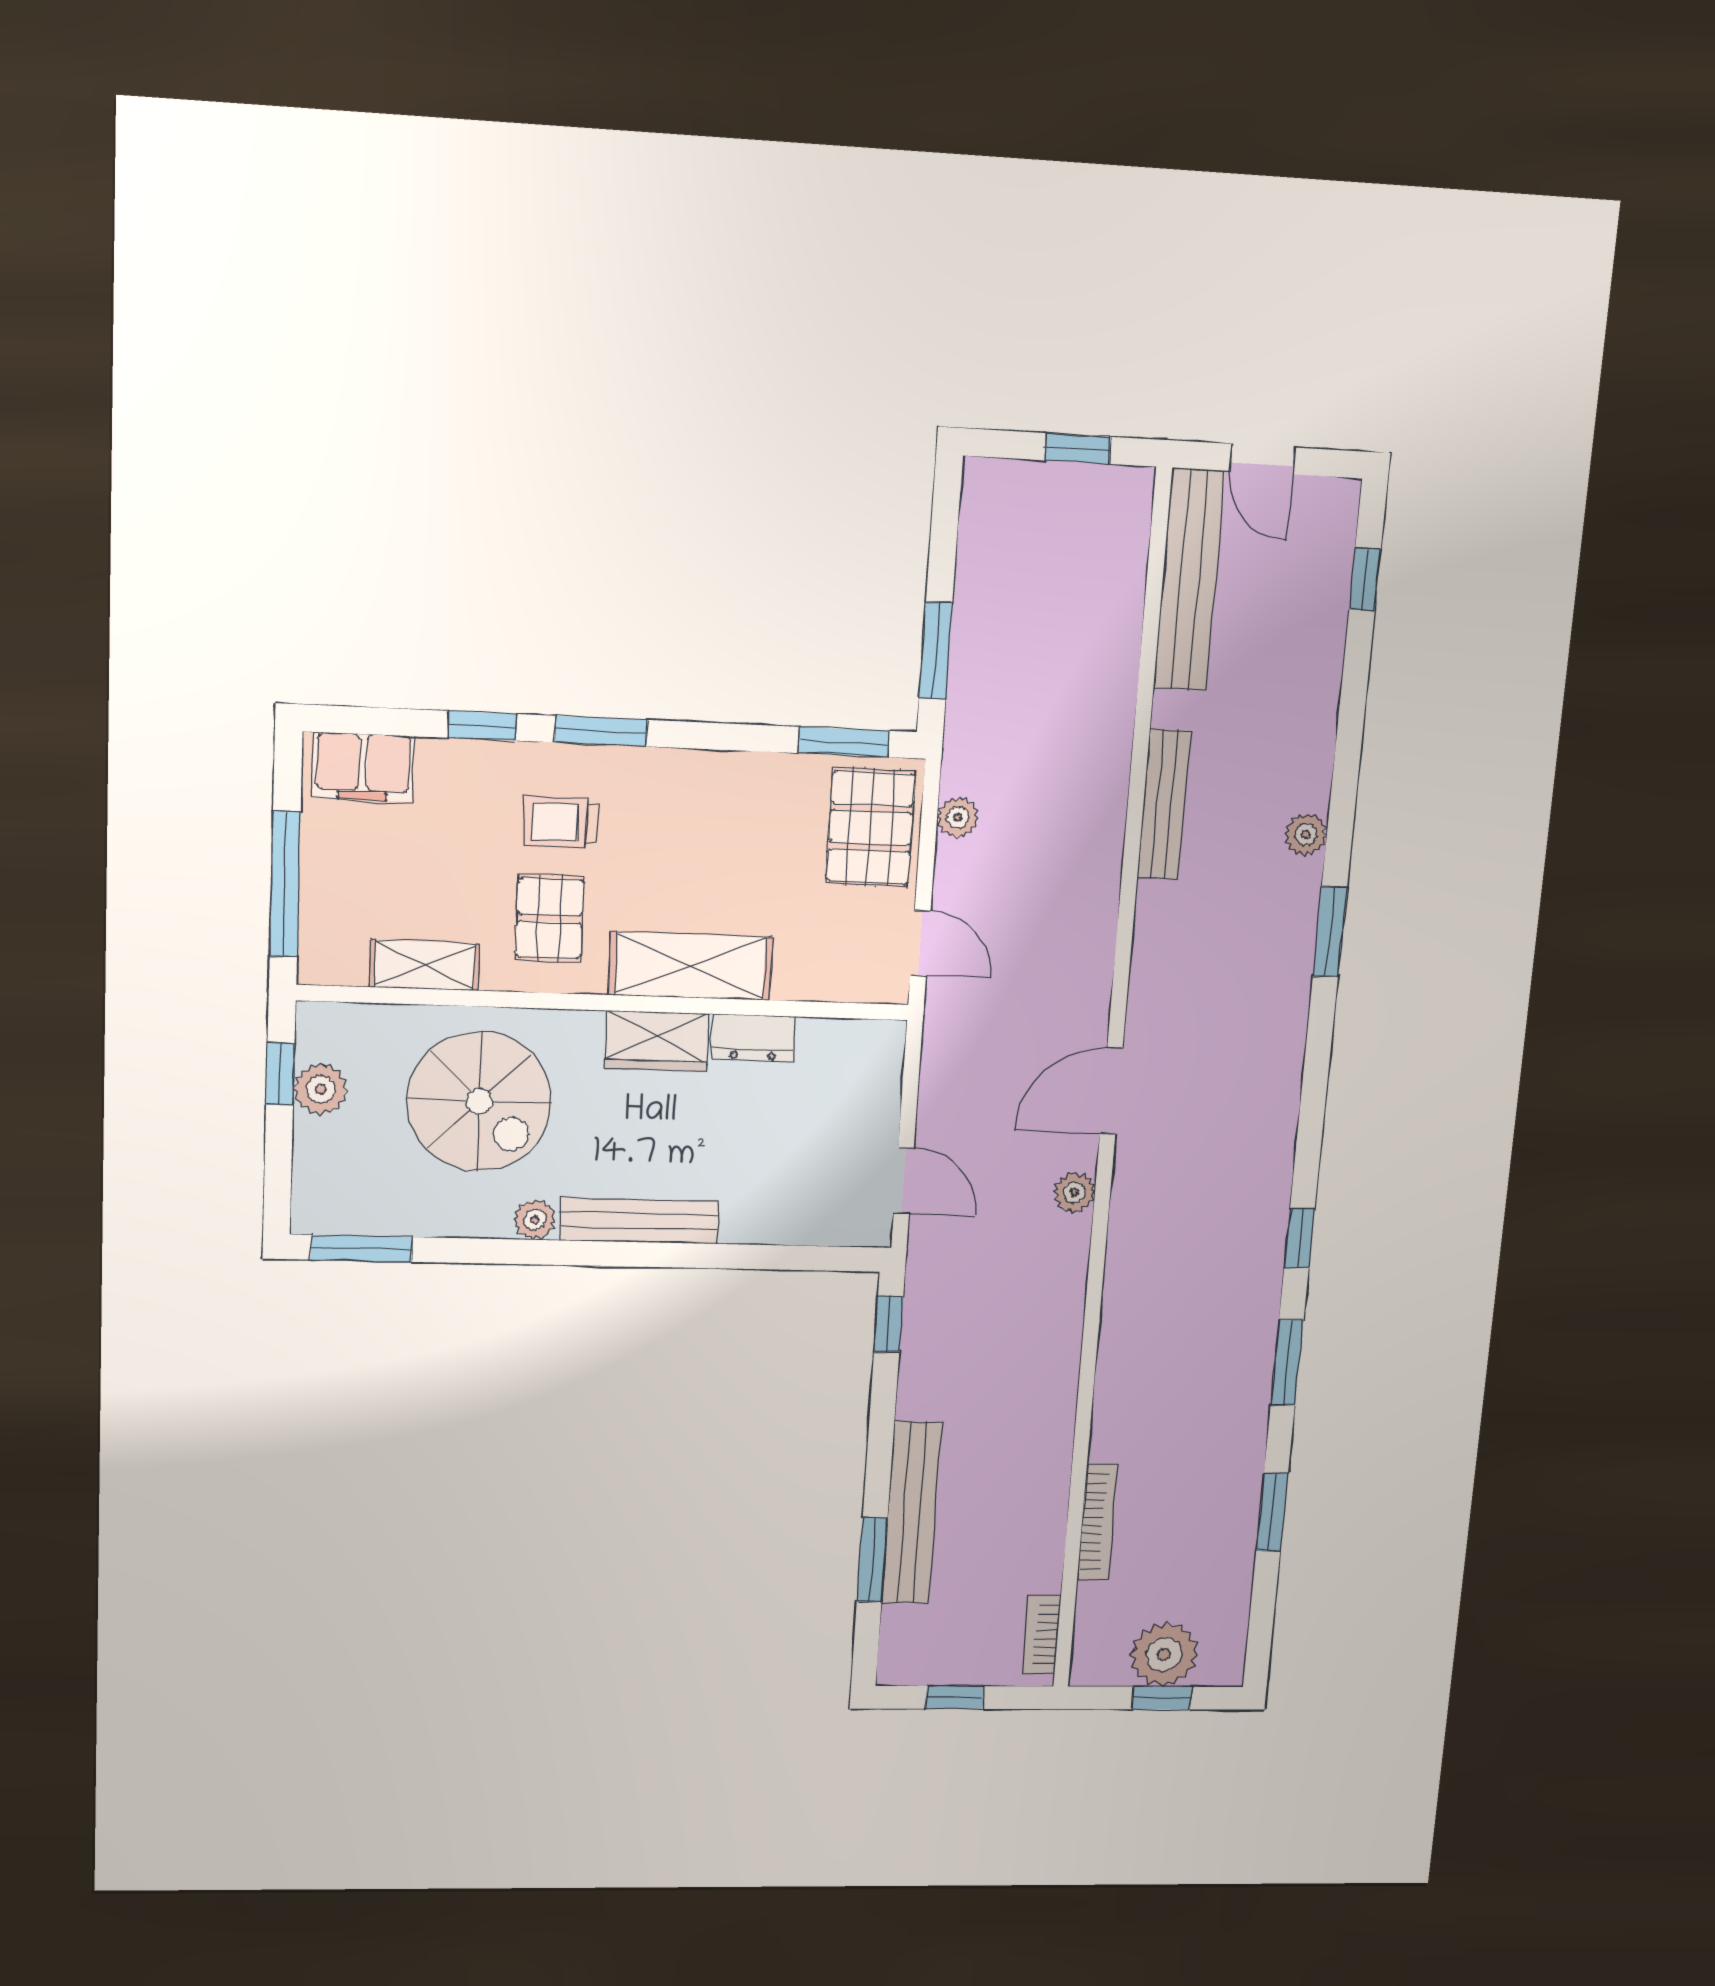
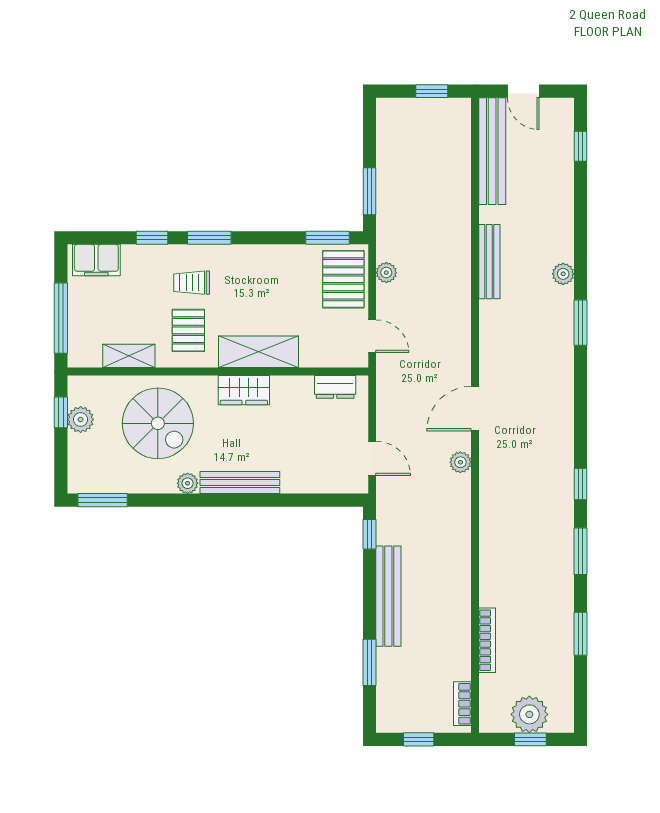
dresser: (754, 1038) -> (335, 387), moved
bench: (912, 1513) -> (388, 596), moved

